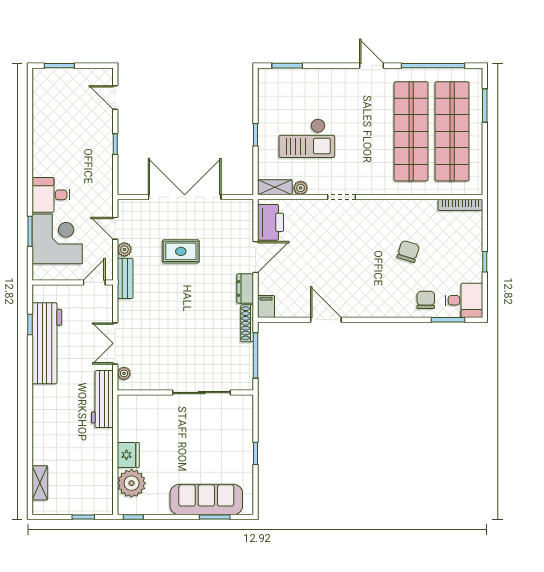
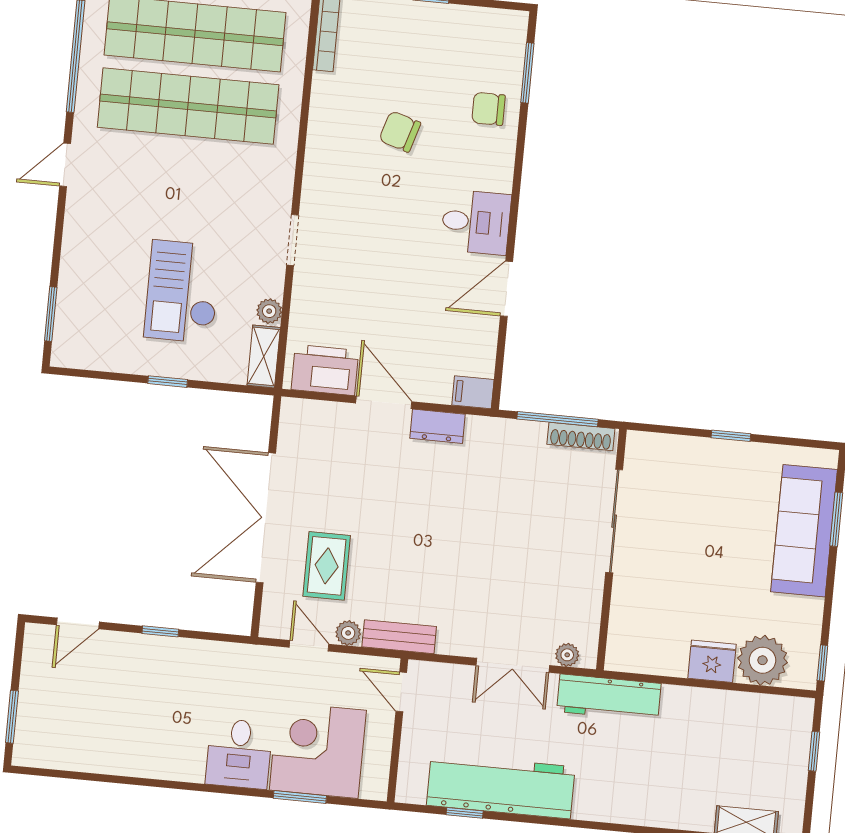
checkout: (307, 138) -> (182, 292), turned 180
door: (115, 228) -> (309, 646), swing flipped
rug: (181, 251) -> (327, 566), moved
desk: (464, 300) -> (476, 222), moved, turned 90
shoe rack: (247, 323) -> (581, 436), moved

